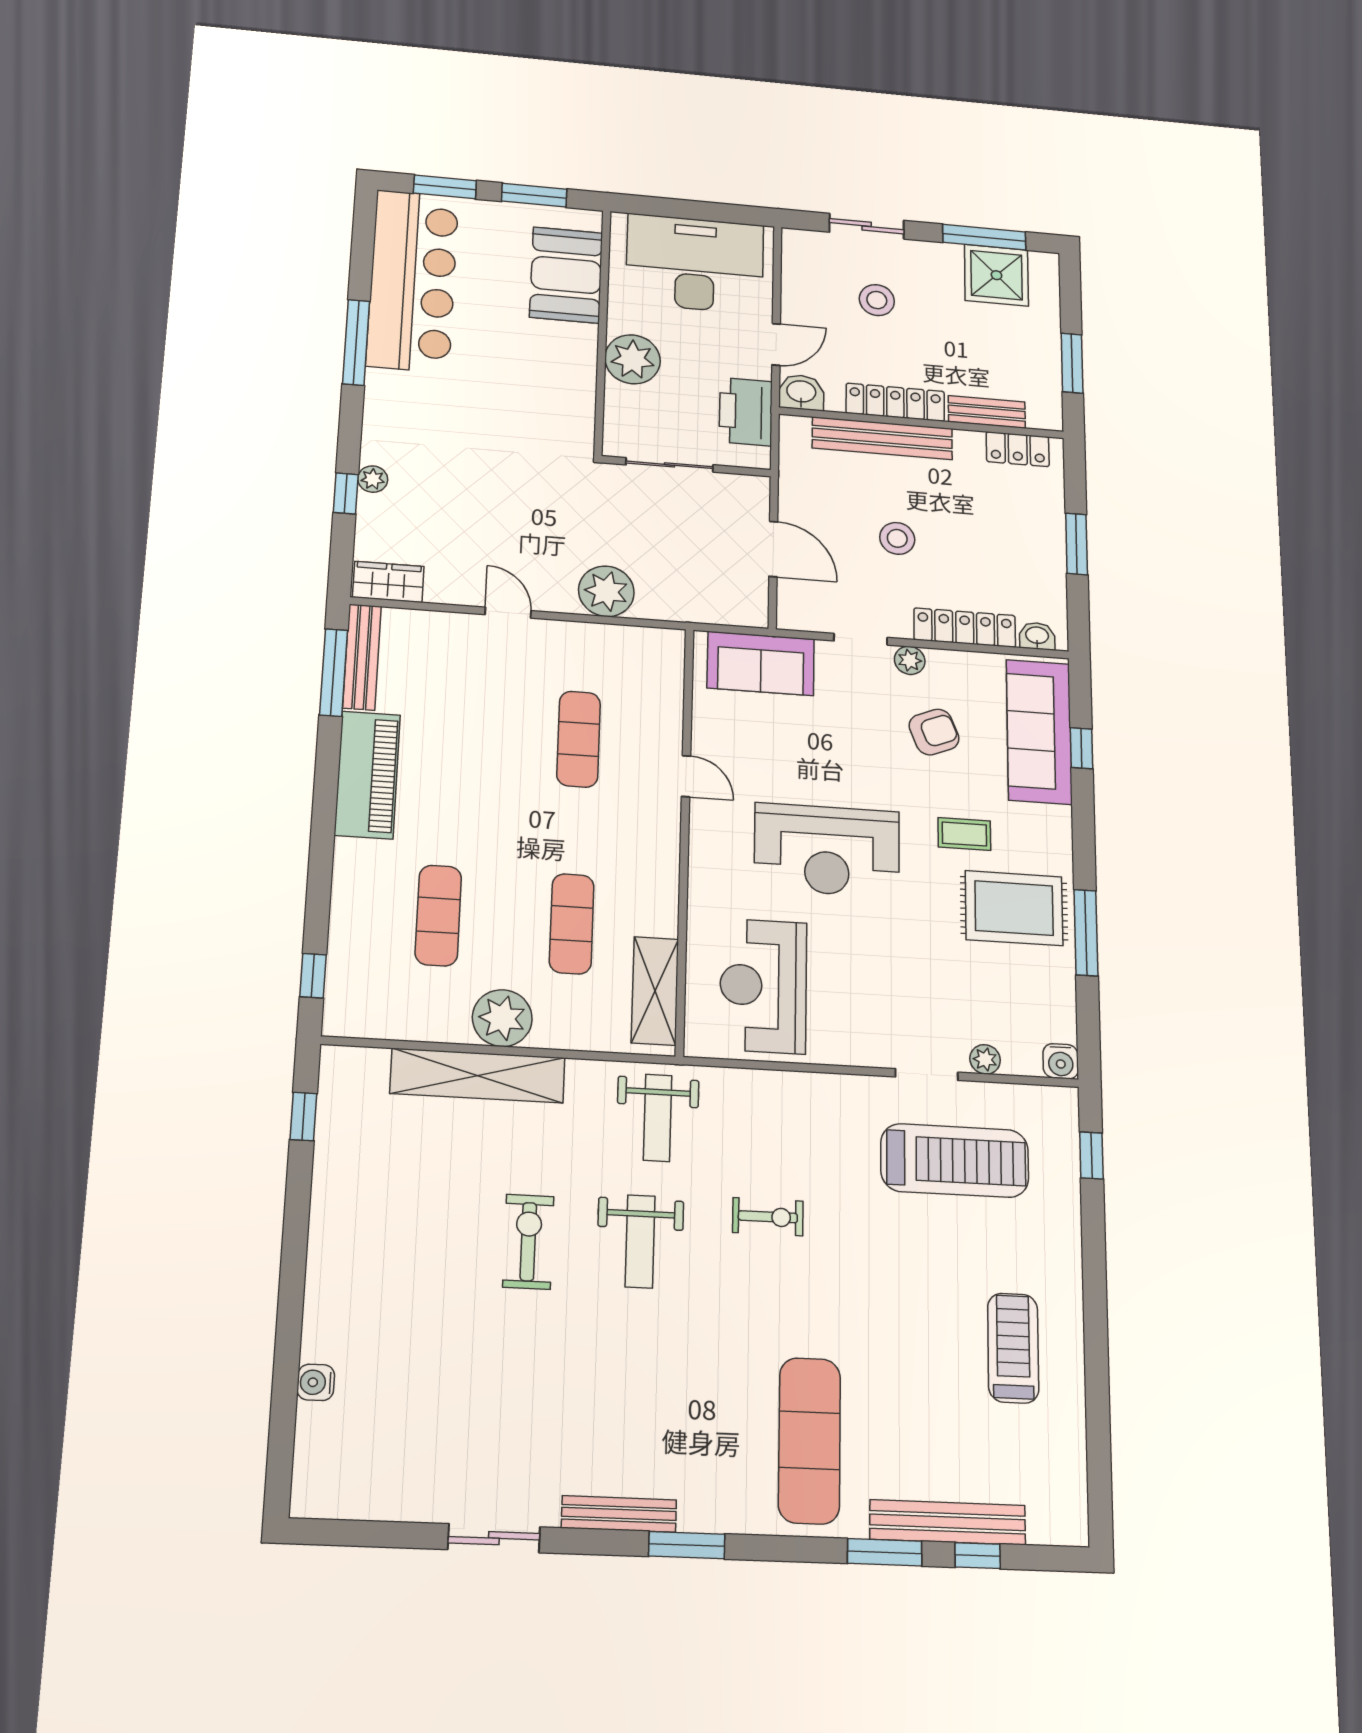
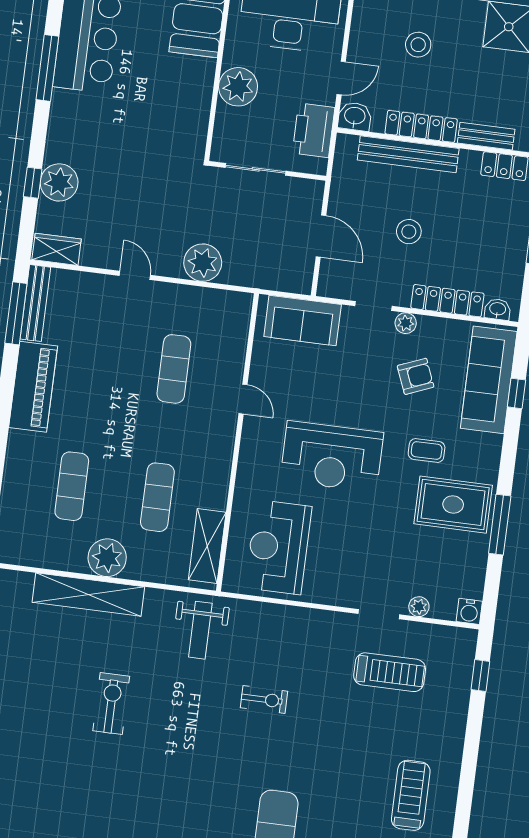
plant: (373, 479) -> (59, 182), width x1.87, depth x1.87
treadmill: (955, 1161) -> (390, 672), width x0.73, depth x0.73
weight bench: (640, 1241) -> (181, 709), removed

